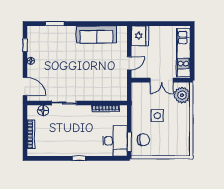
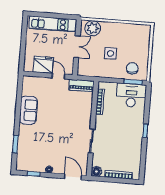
sofa: (96, 34) -> (28, 110), width x0.73
fridge: (140, 36) -> (43, 65), moved
door: (25, 86) -> (73, 177), hinge flipped
piano: (121, 88) -> (81, 85), added
floor lamp: (43, 110) -> (96, 171), moved

